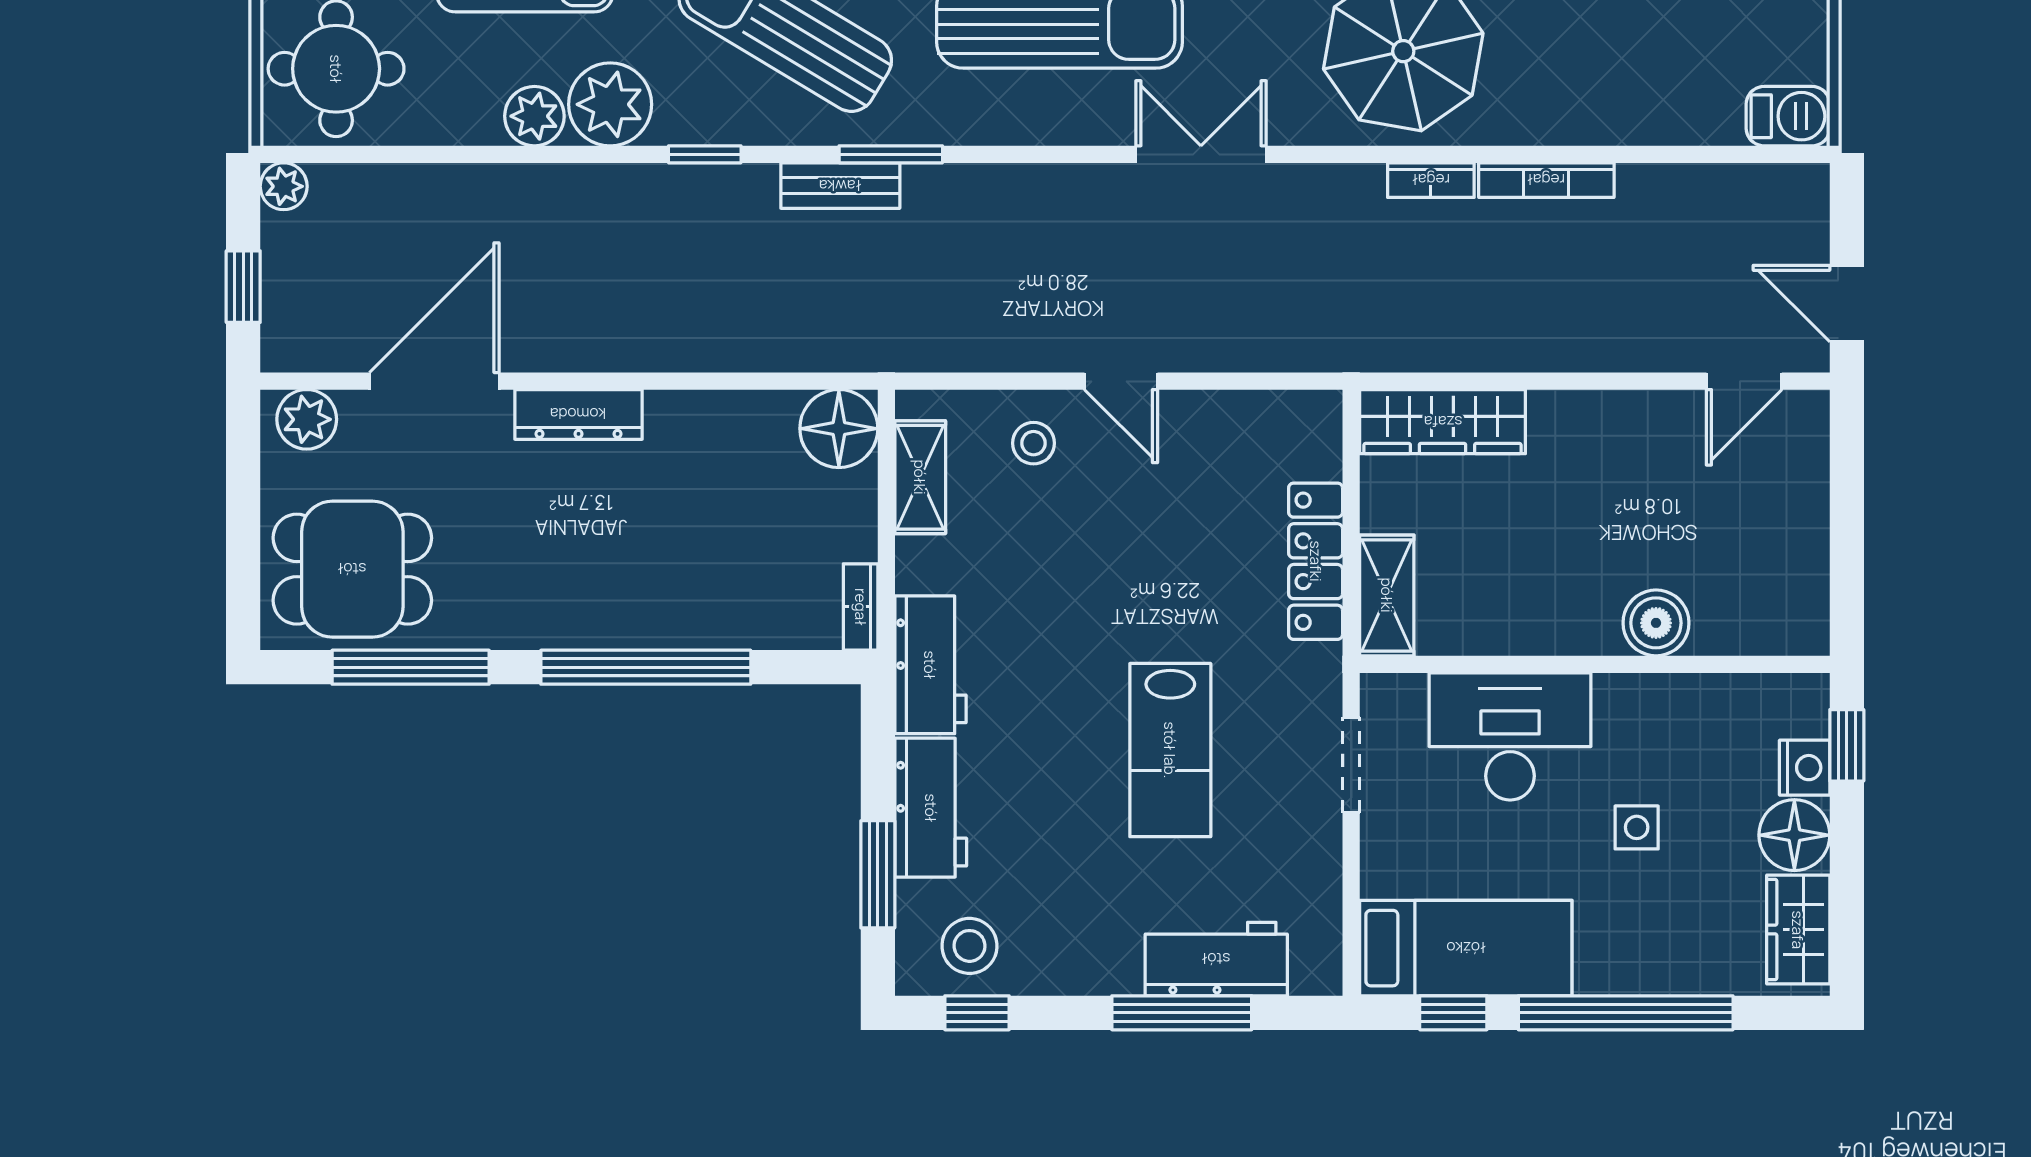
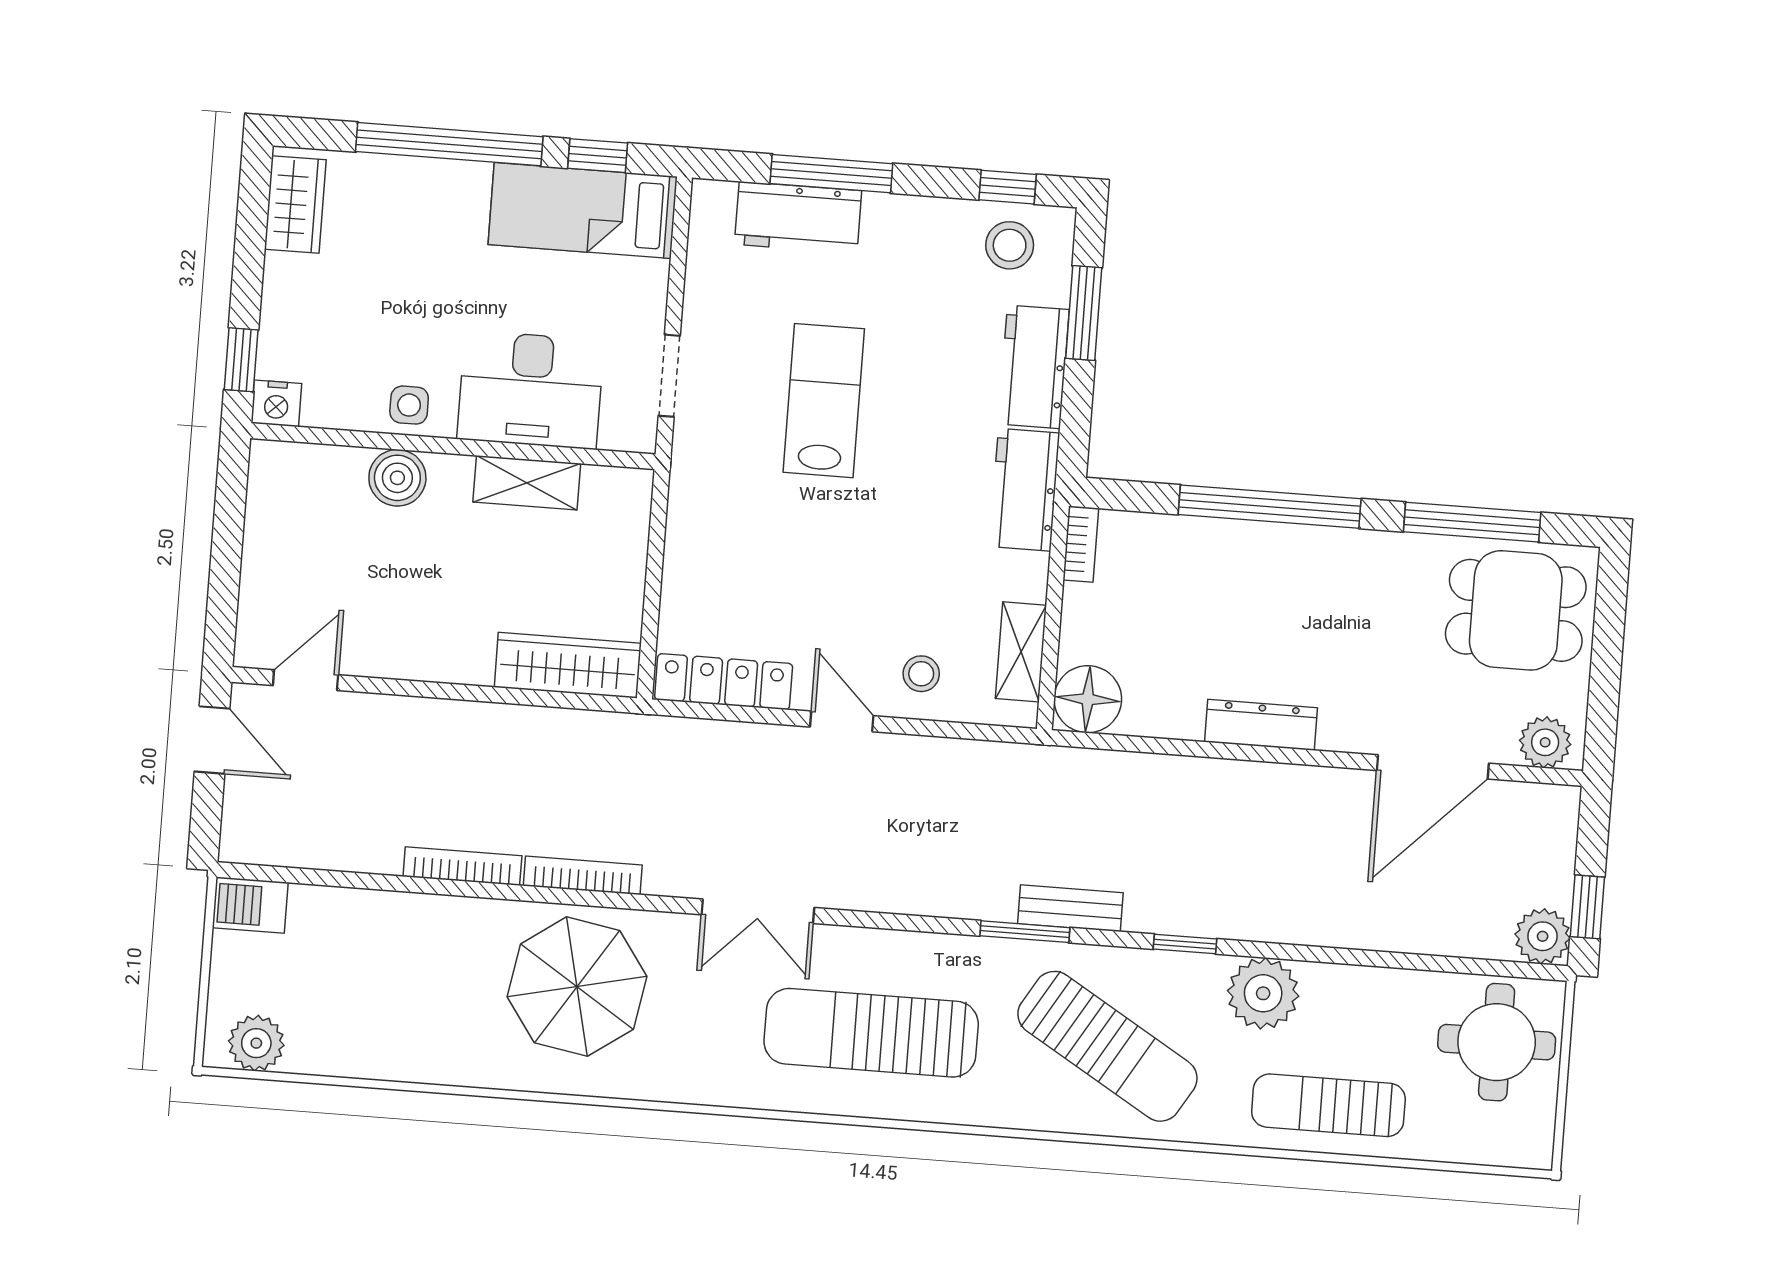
plant: (534, 116) -> (1329, 988), removed
bookcase: (1431, 180) -> (583, 875), width x1.56
plant: (284, 186) -> (1543, 936), width x1.38, depth x1.38
window: (243, 287) -> (1587, 907), moved
dresser: (578, 414) -> (1261, 725), moved
locker: (1316, 561) -> (724, 682), moved, turned -90
shelving: (1387, 595) -> (527, 483), moved, turned 90
nightstand: (1805, 768) -> (276, 403), moved, turned -90
side table: (1637, 827) -> (409, 405), moved
floor lamp: (1794, 835) -> (292, 286), removed

